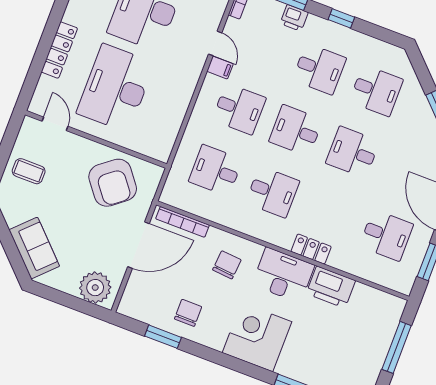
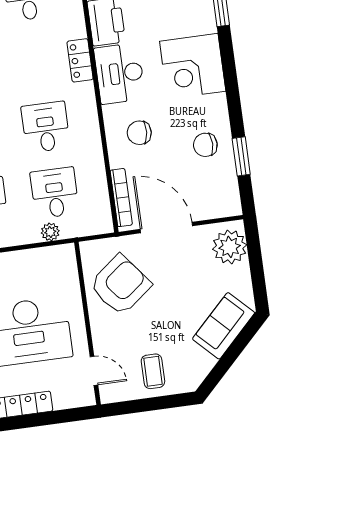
door: (55, 124) -> (94, 371), swing flipped
plant: (186, 150) -> (50, 232), added
desk: (216, 170) -> (55, 193), turned 180

